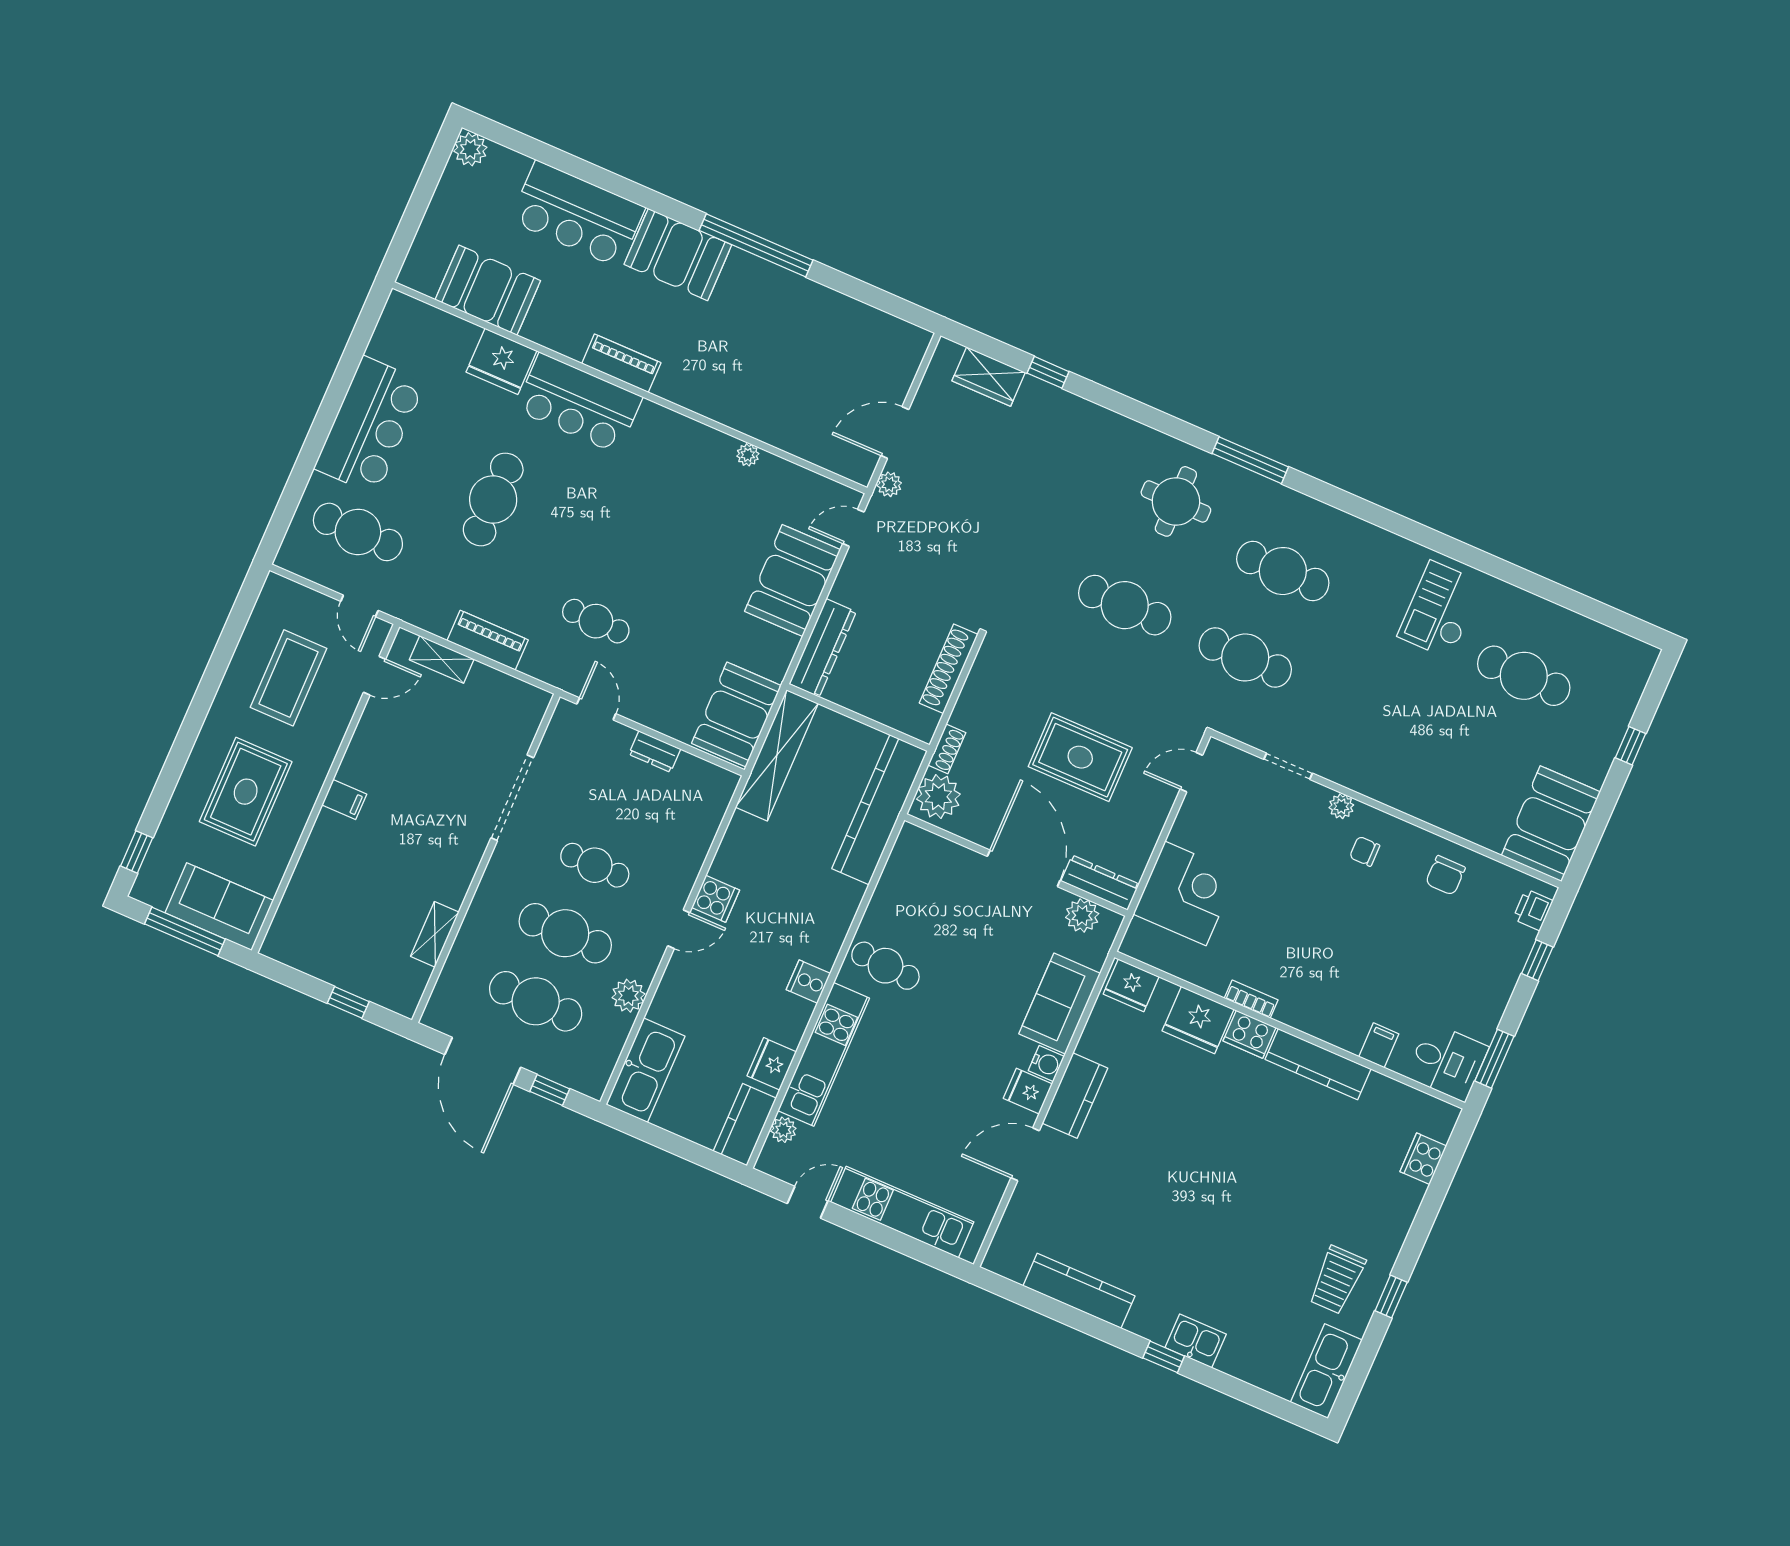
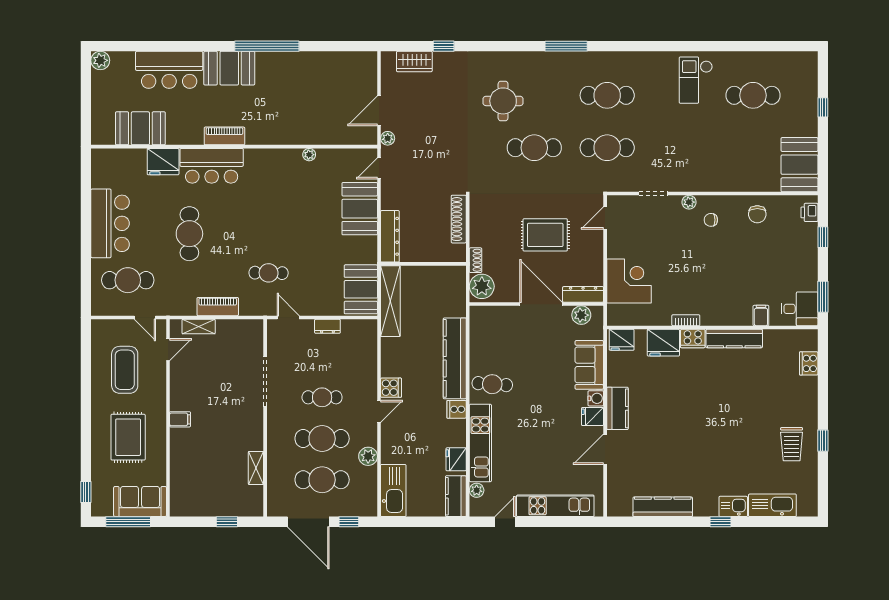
round table: (1176, 501) -> (503, 101), moved
kitchen counter: (880, 810) -> (455, 358), moved
kitchen sink: (1326, 1371) -> (772, 505), moved, turned 90

